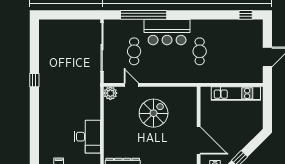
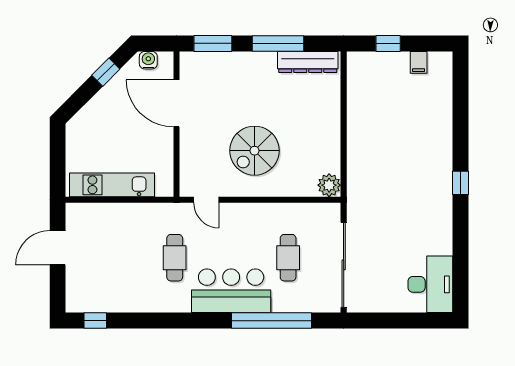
window: (34, 80) -> (460, 183), moved
door: (131, 85) -> (206, 200), moved
desk: (87, 137) -> (430, 284), moved, turned 180

